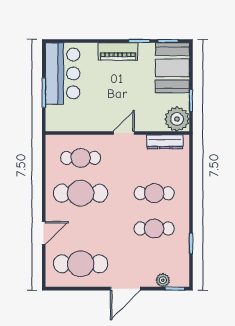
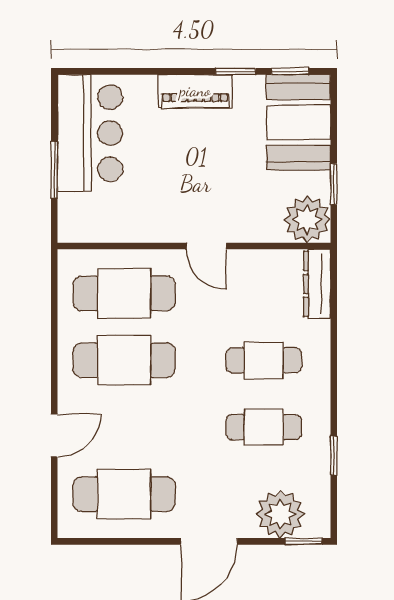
door: (124, 133) -> (206, 246), swing flipped
dresser: (165, 142) -> (317, 284), moved, turned 90
cafe table: (81, 158) -> (124, 293), width x1.37, depth x1.35
plant: (163, 280) -> (280, 514), width x1.88, depth x1.88

